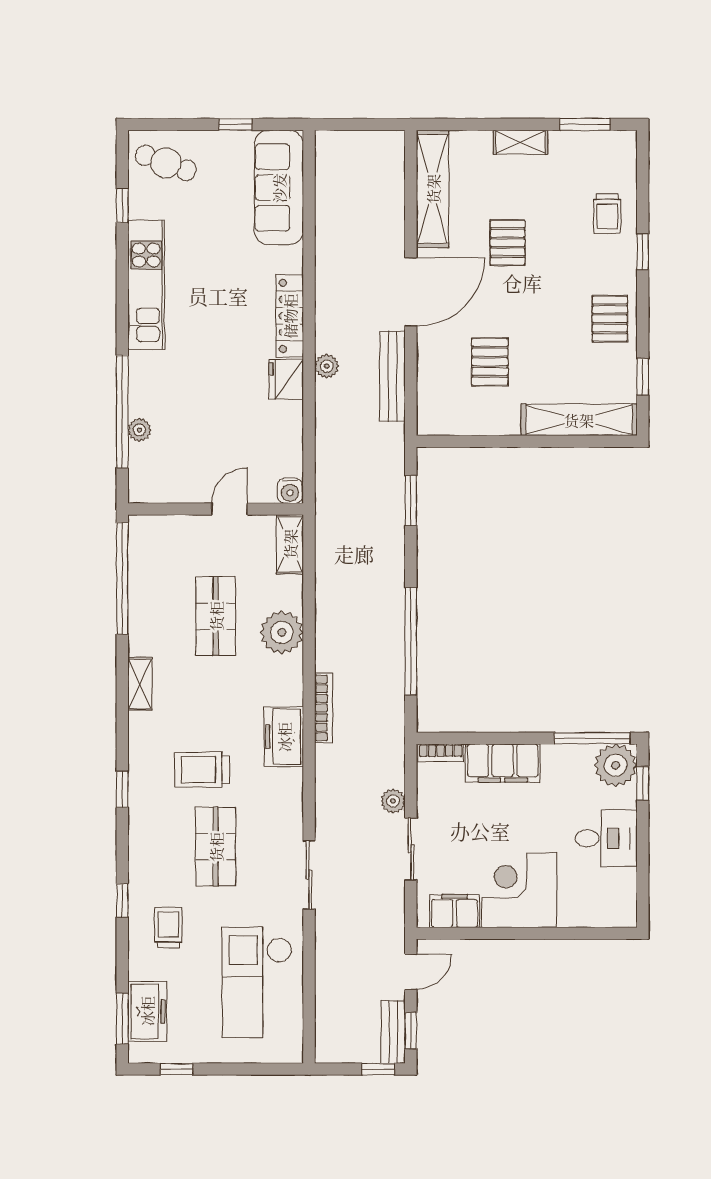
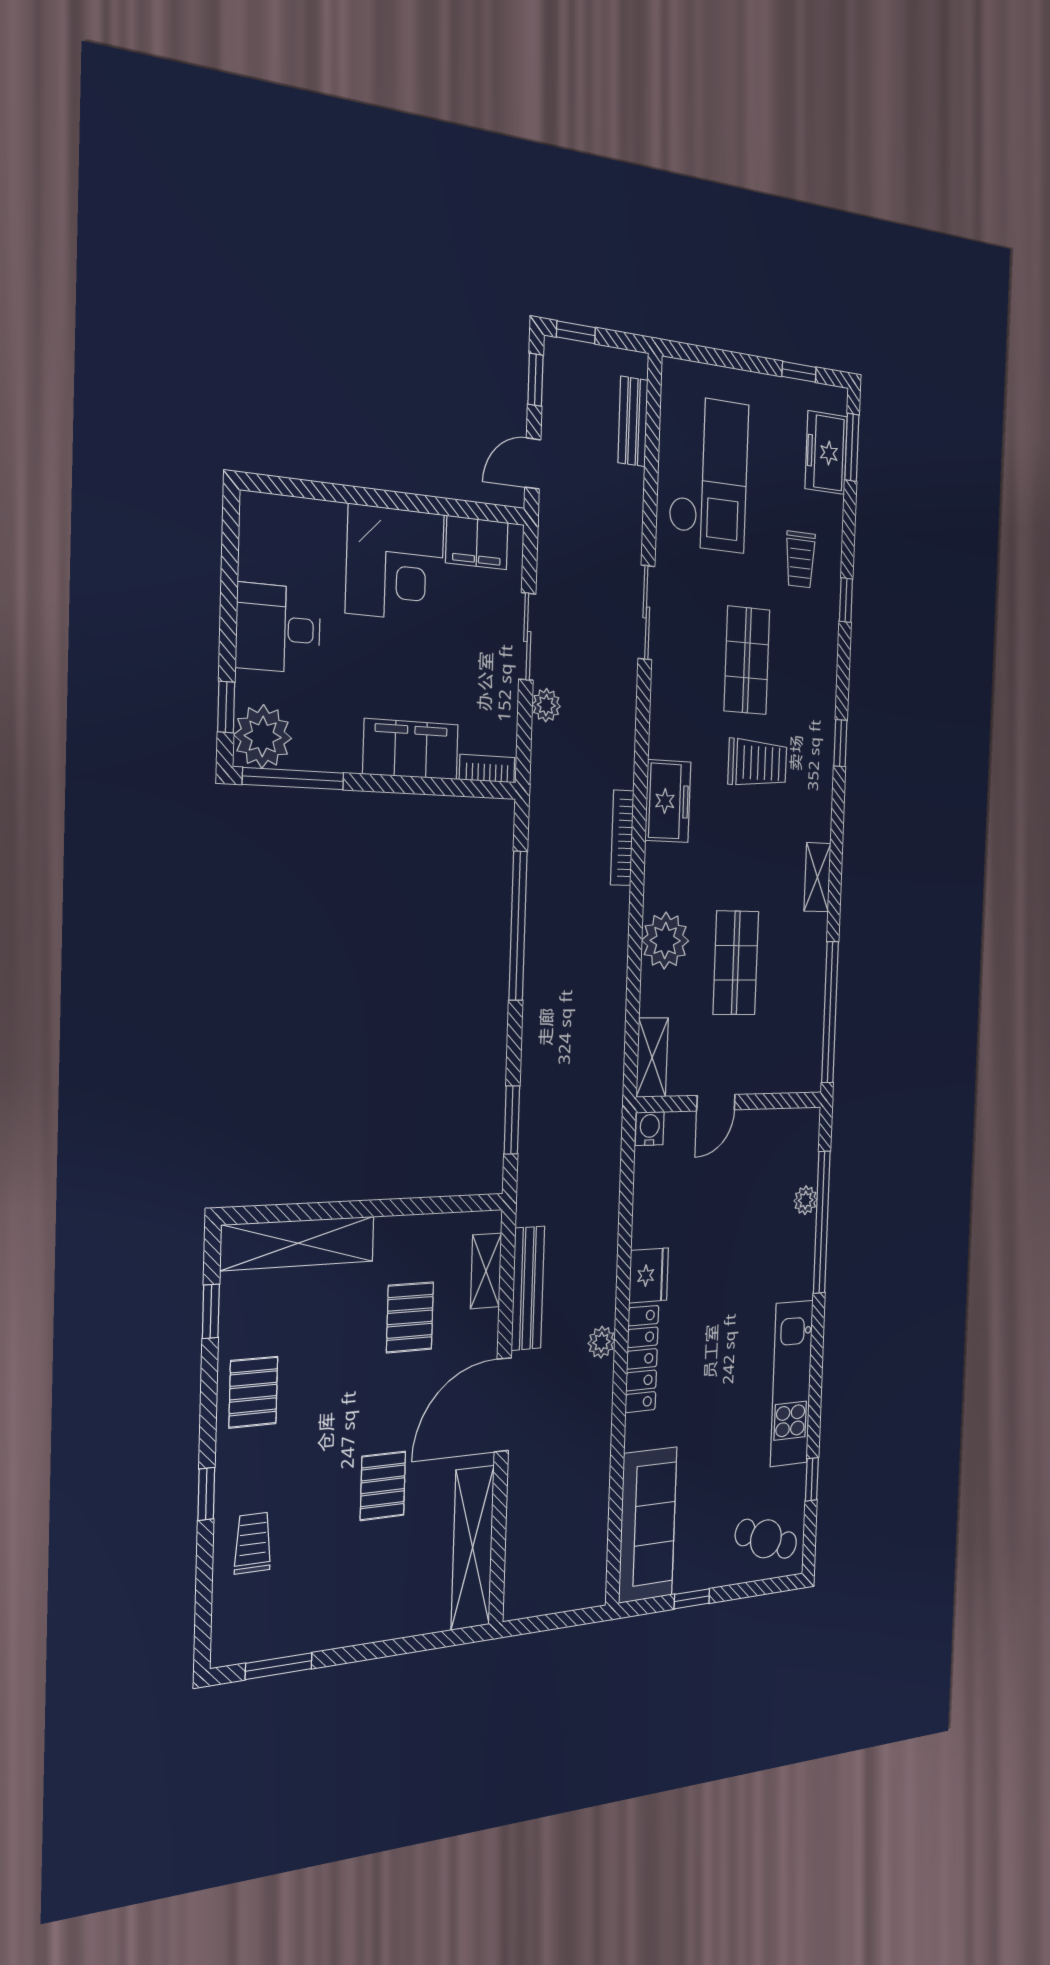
shelving: (520, 142) -> (486, 1271), moved, turned 90
plant: (327, 366) -> (601, 1342), moved
bench: (393, 1032) -> (633, 421), moved

